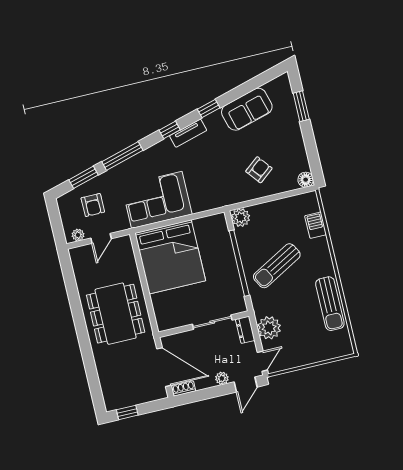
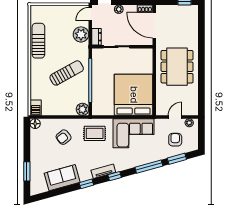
rug: (214, 186) -> (95, 133), added
barbecue: (316, 225) -> (36, 108), moved

